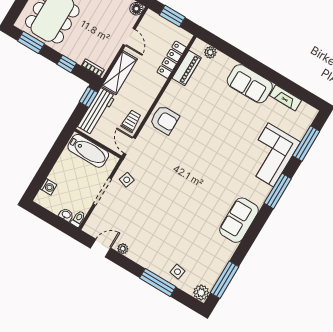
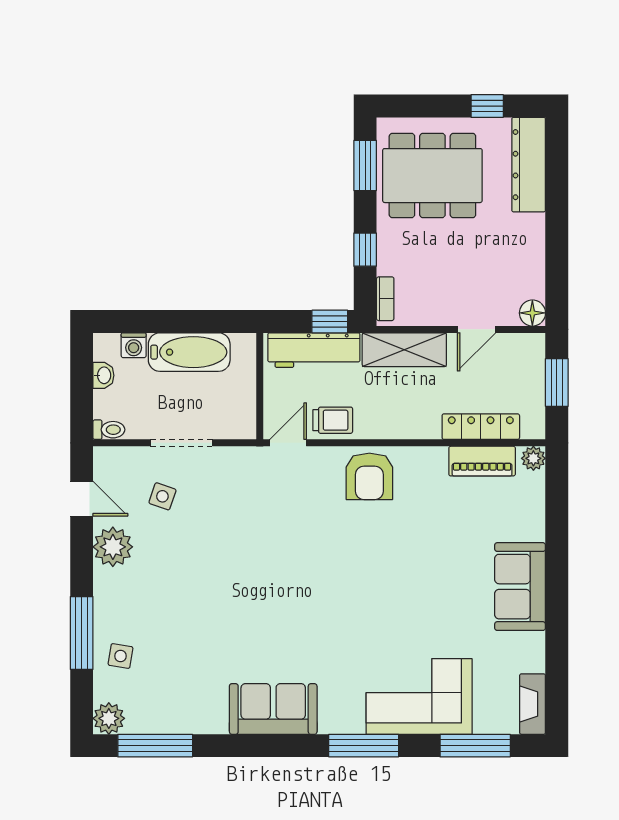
plant: (210, 52) -> (533, 458), moved
fireplace: (286, 98) -> (533, 704), moved
bathtub: (88, 151) -> (189, 352), moved, turned -90
side table: (127, 180) -> (162, 496), moved
washbasin: (66, 215) -> (103, 375), moved
plant: (123, 249) -> (113, 547), width x1.87, depth x1.87

